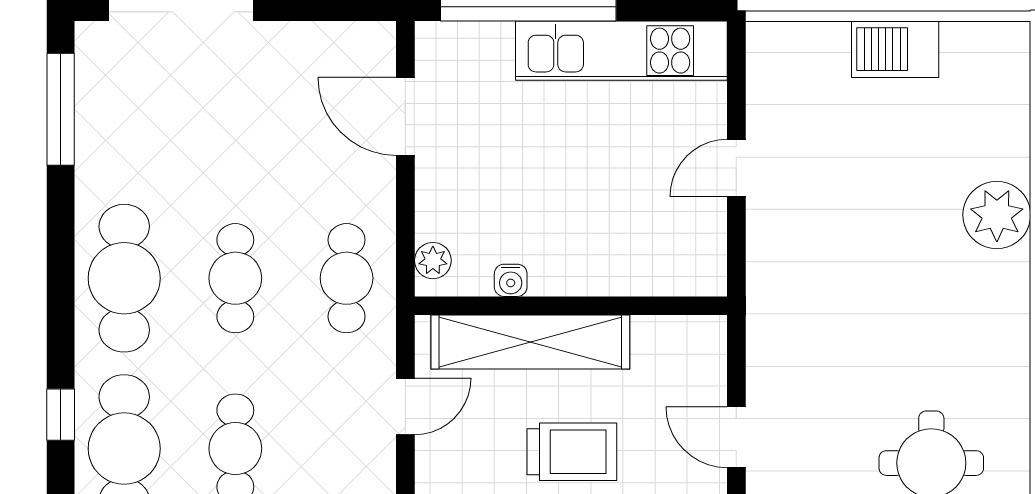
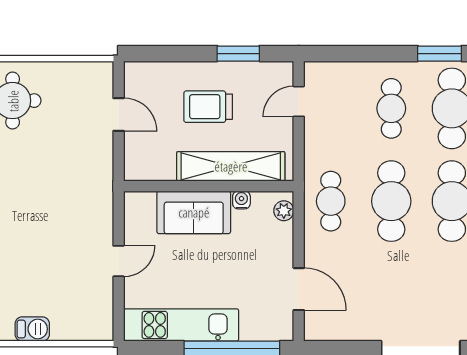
barbecue: (895, 49) -> (32, 329), width x0.73, depth x0.79
sofa: (598, 257) -> (194, 212), added
cafe table: (235, 278) -> (391, 201), width x1.37, depth x1.35
door: (405, 406) -> (299, 101), moved

